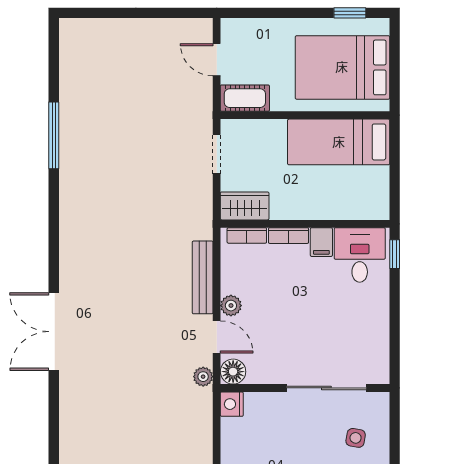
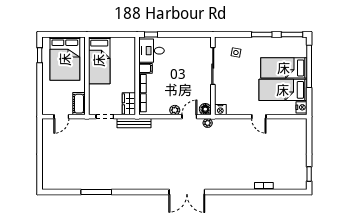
bench: (203, 277) -> (134, 123), moved

